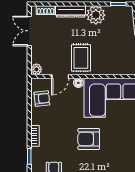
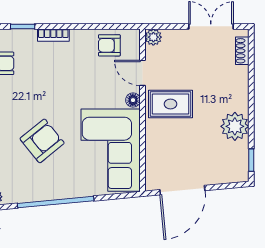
dresser: (71, 11) -> (240, 88), removed
armchair: (42, 99) -> (109, 45), turned 96
armchair: (89, 139) -> (42, 141), moved, turned 51

